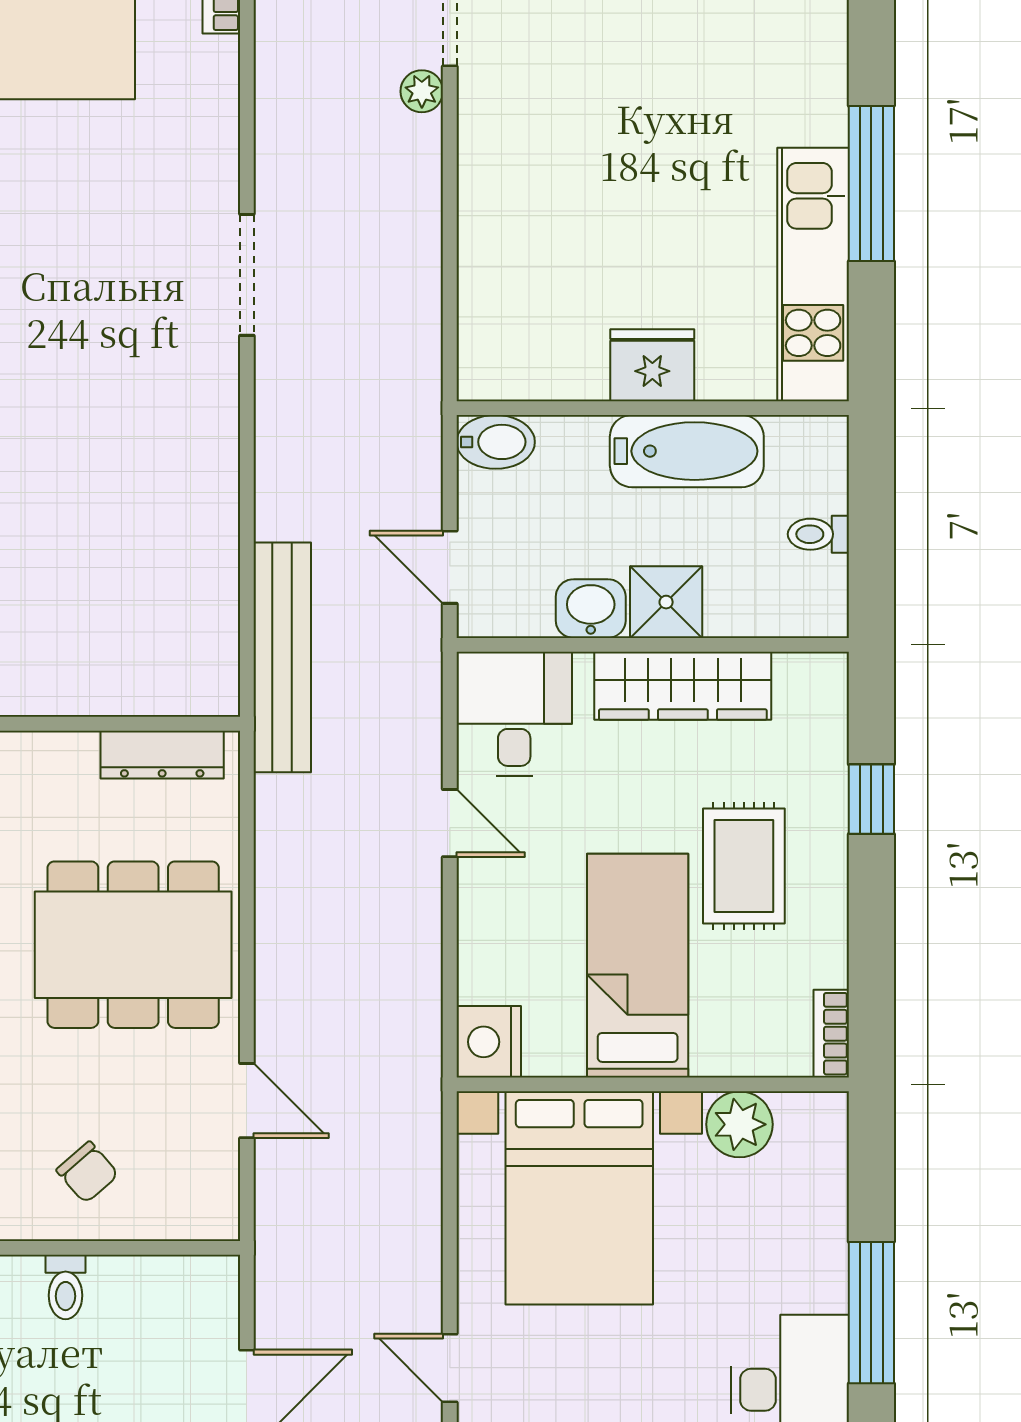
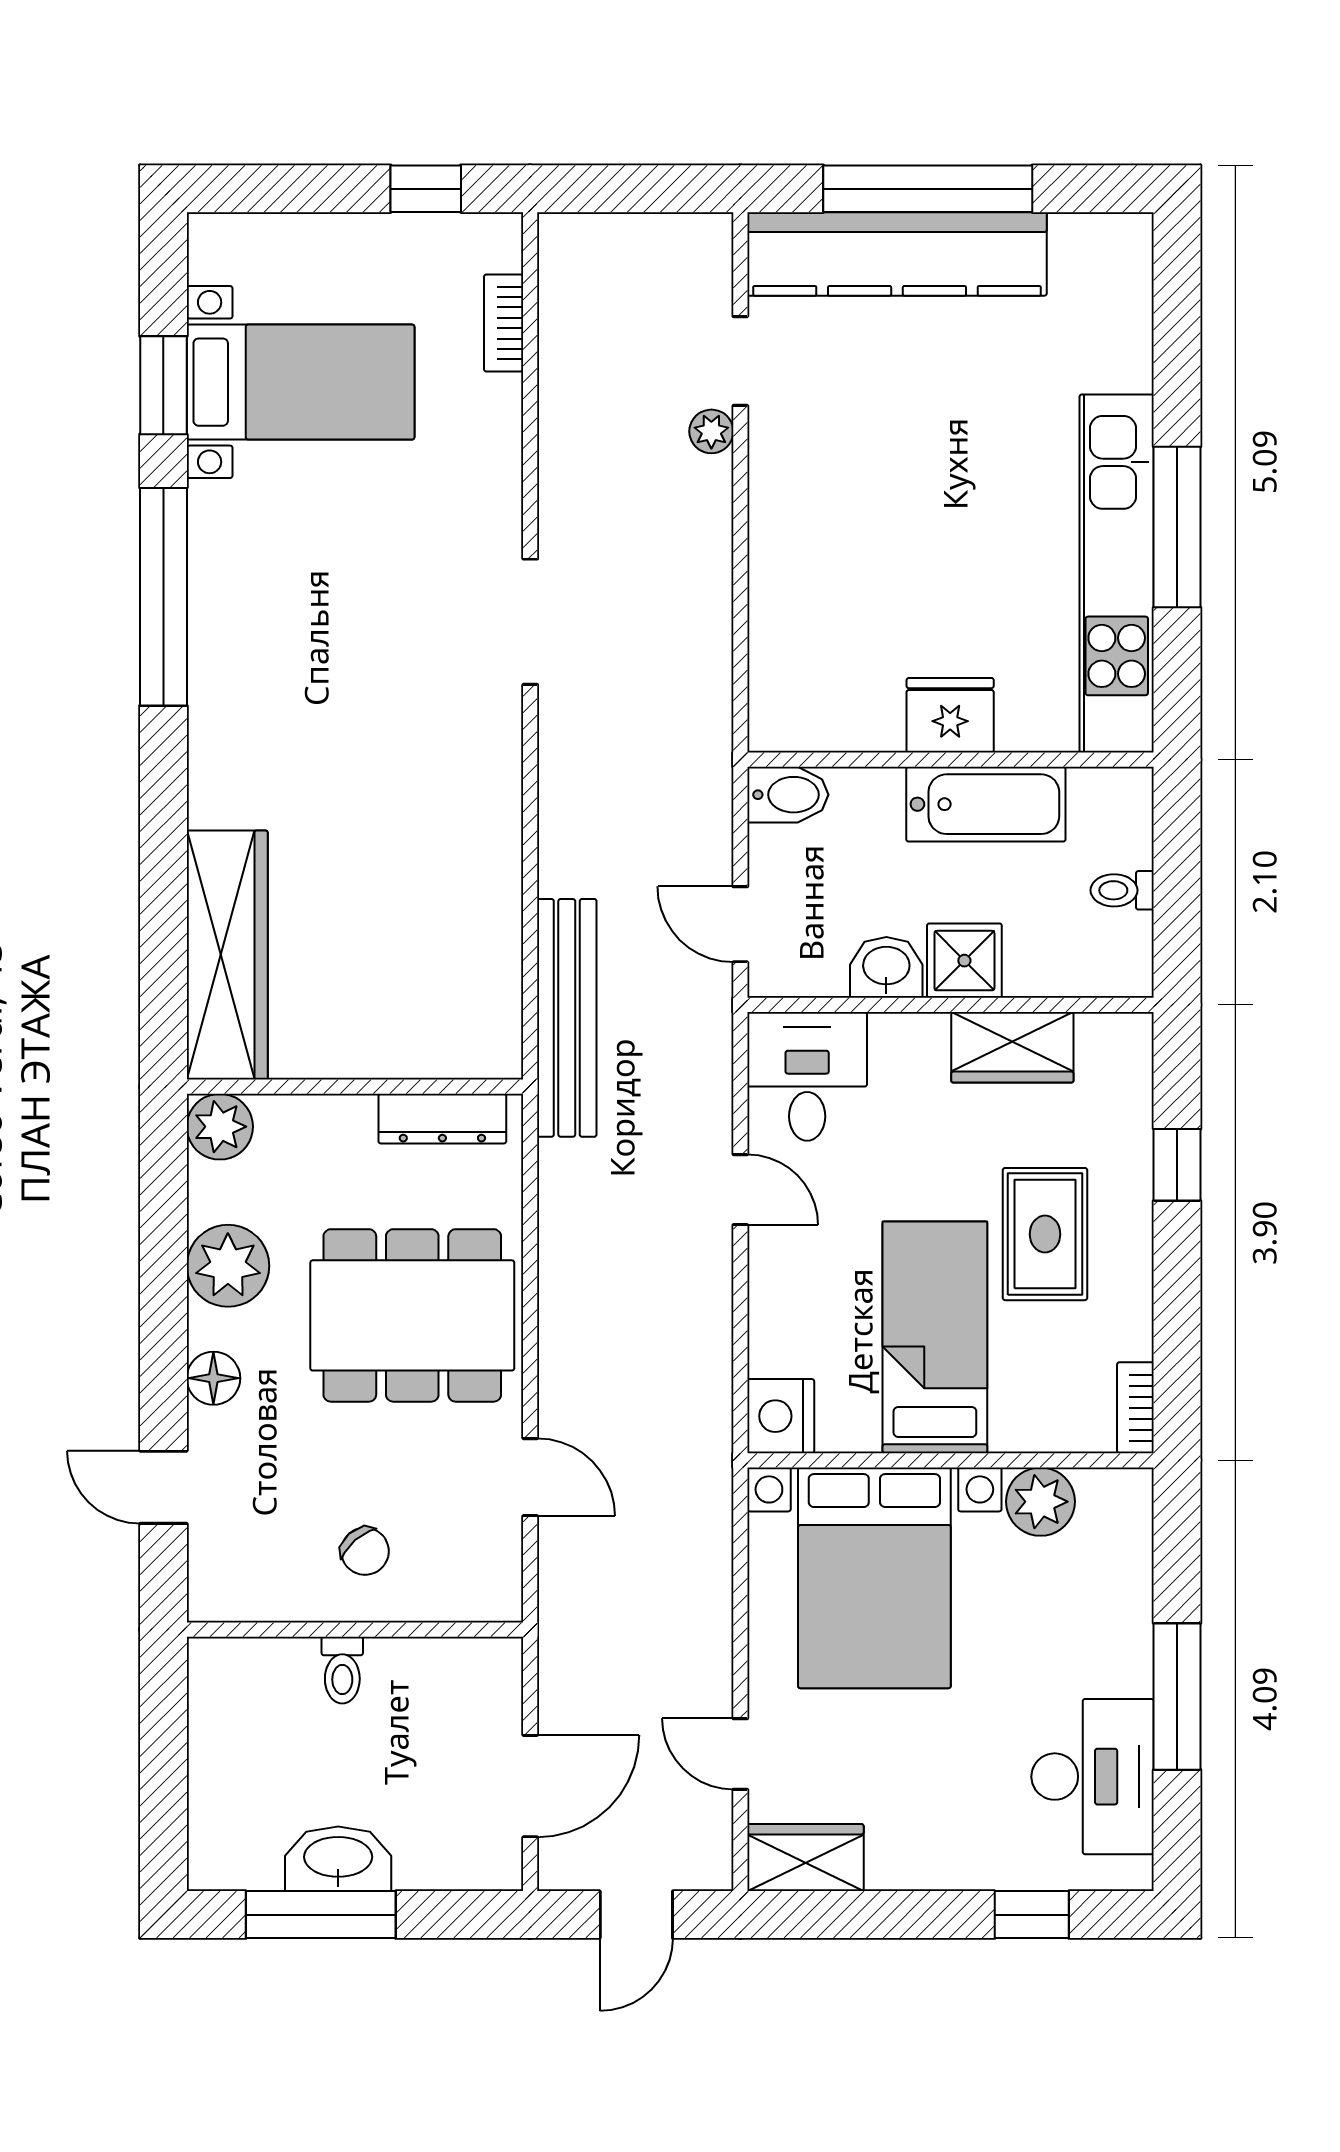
kitchen unit: (813, 275) -> (1117, 573), width x1.36
wardrobe: (683, 686) -> (1012, 1047), width x0.67

